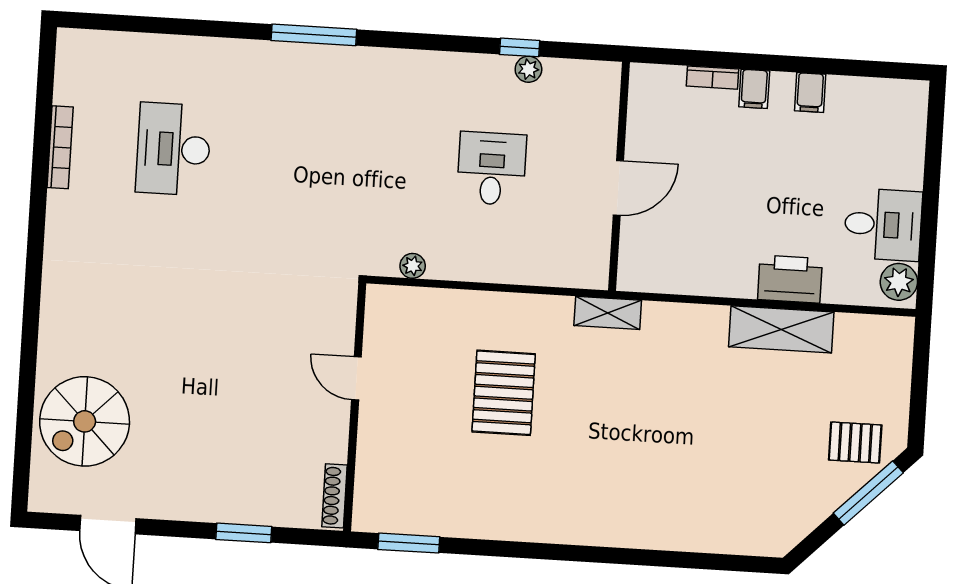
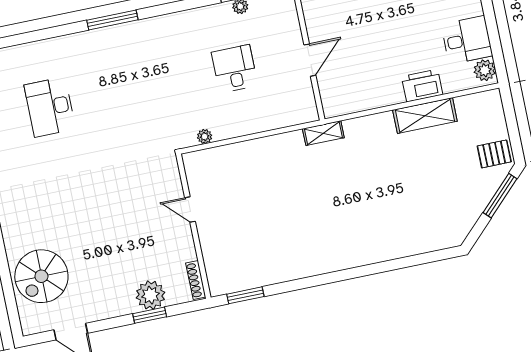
pallet: (504, 393) -> (276, 195), removed
pallet: (855, 442) -> (494, 154), moved
plant: (254, 501) -> (151, 295), added

